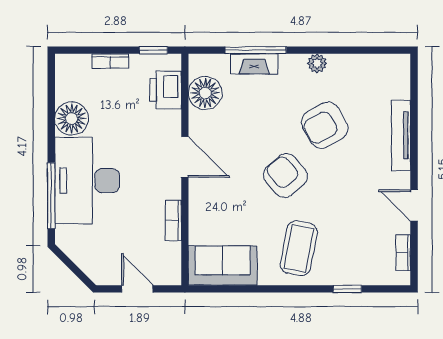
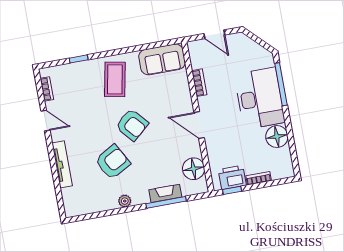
printer: (166, 90) -> (232, 177), moved, turned -90

